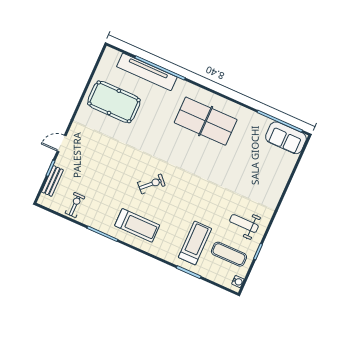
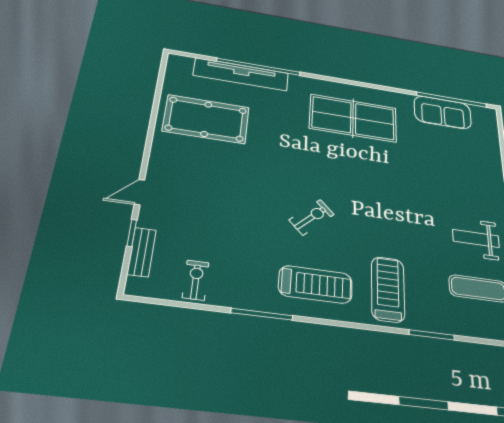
sofa: (286, 138) -> (443, 112), moved
treadmill: (195, 243) -> (388, 289), moved

